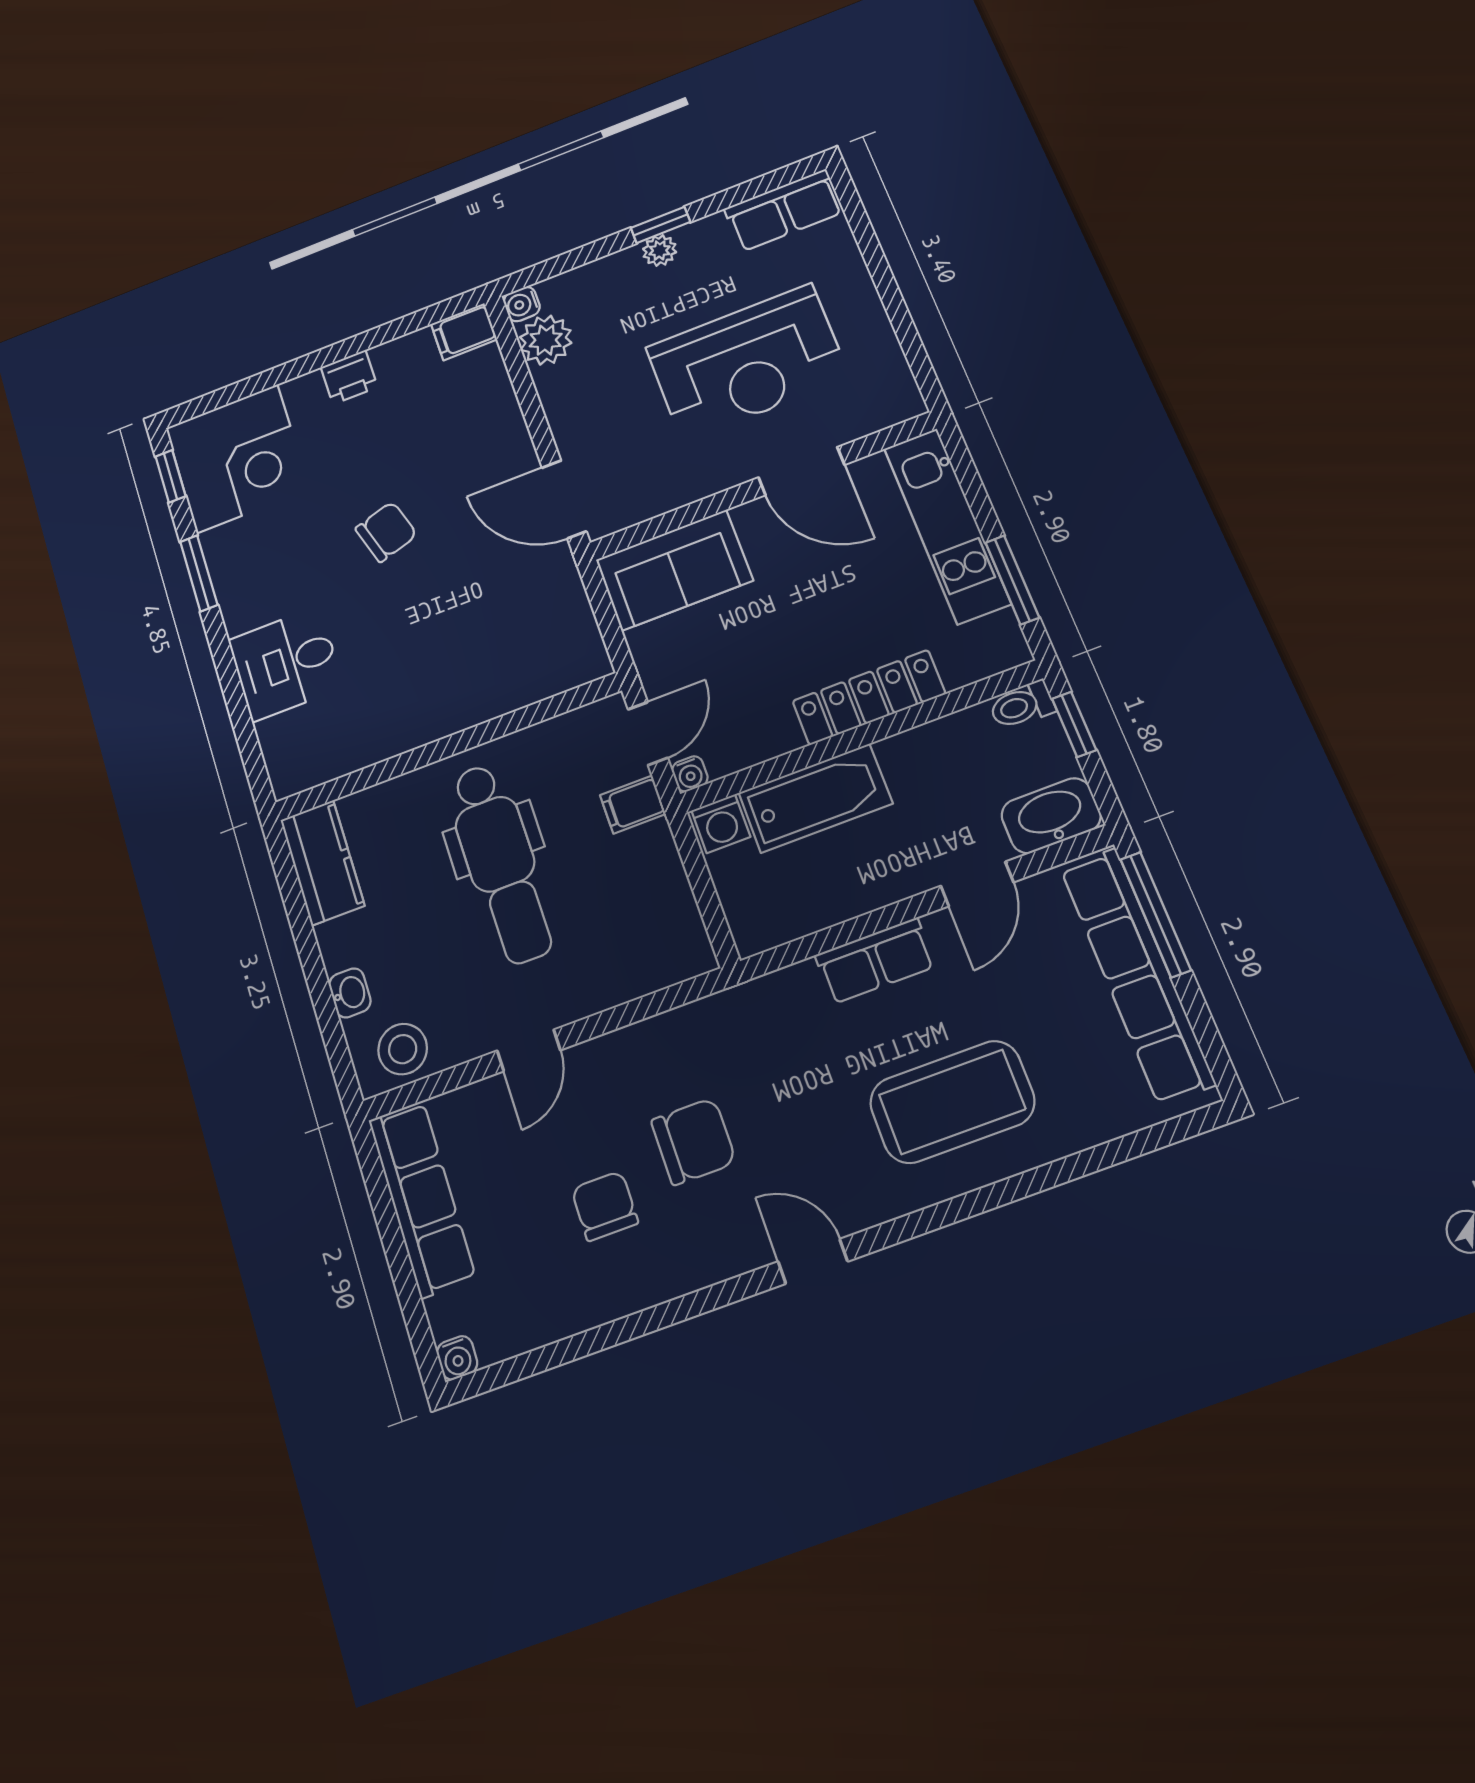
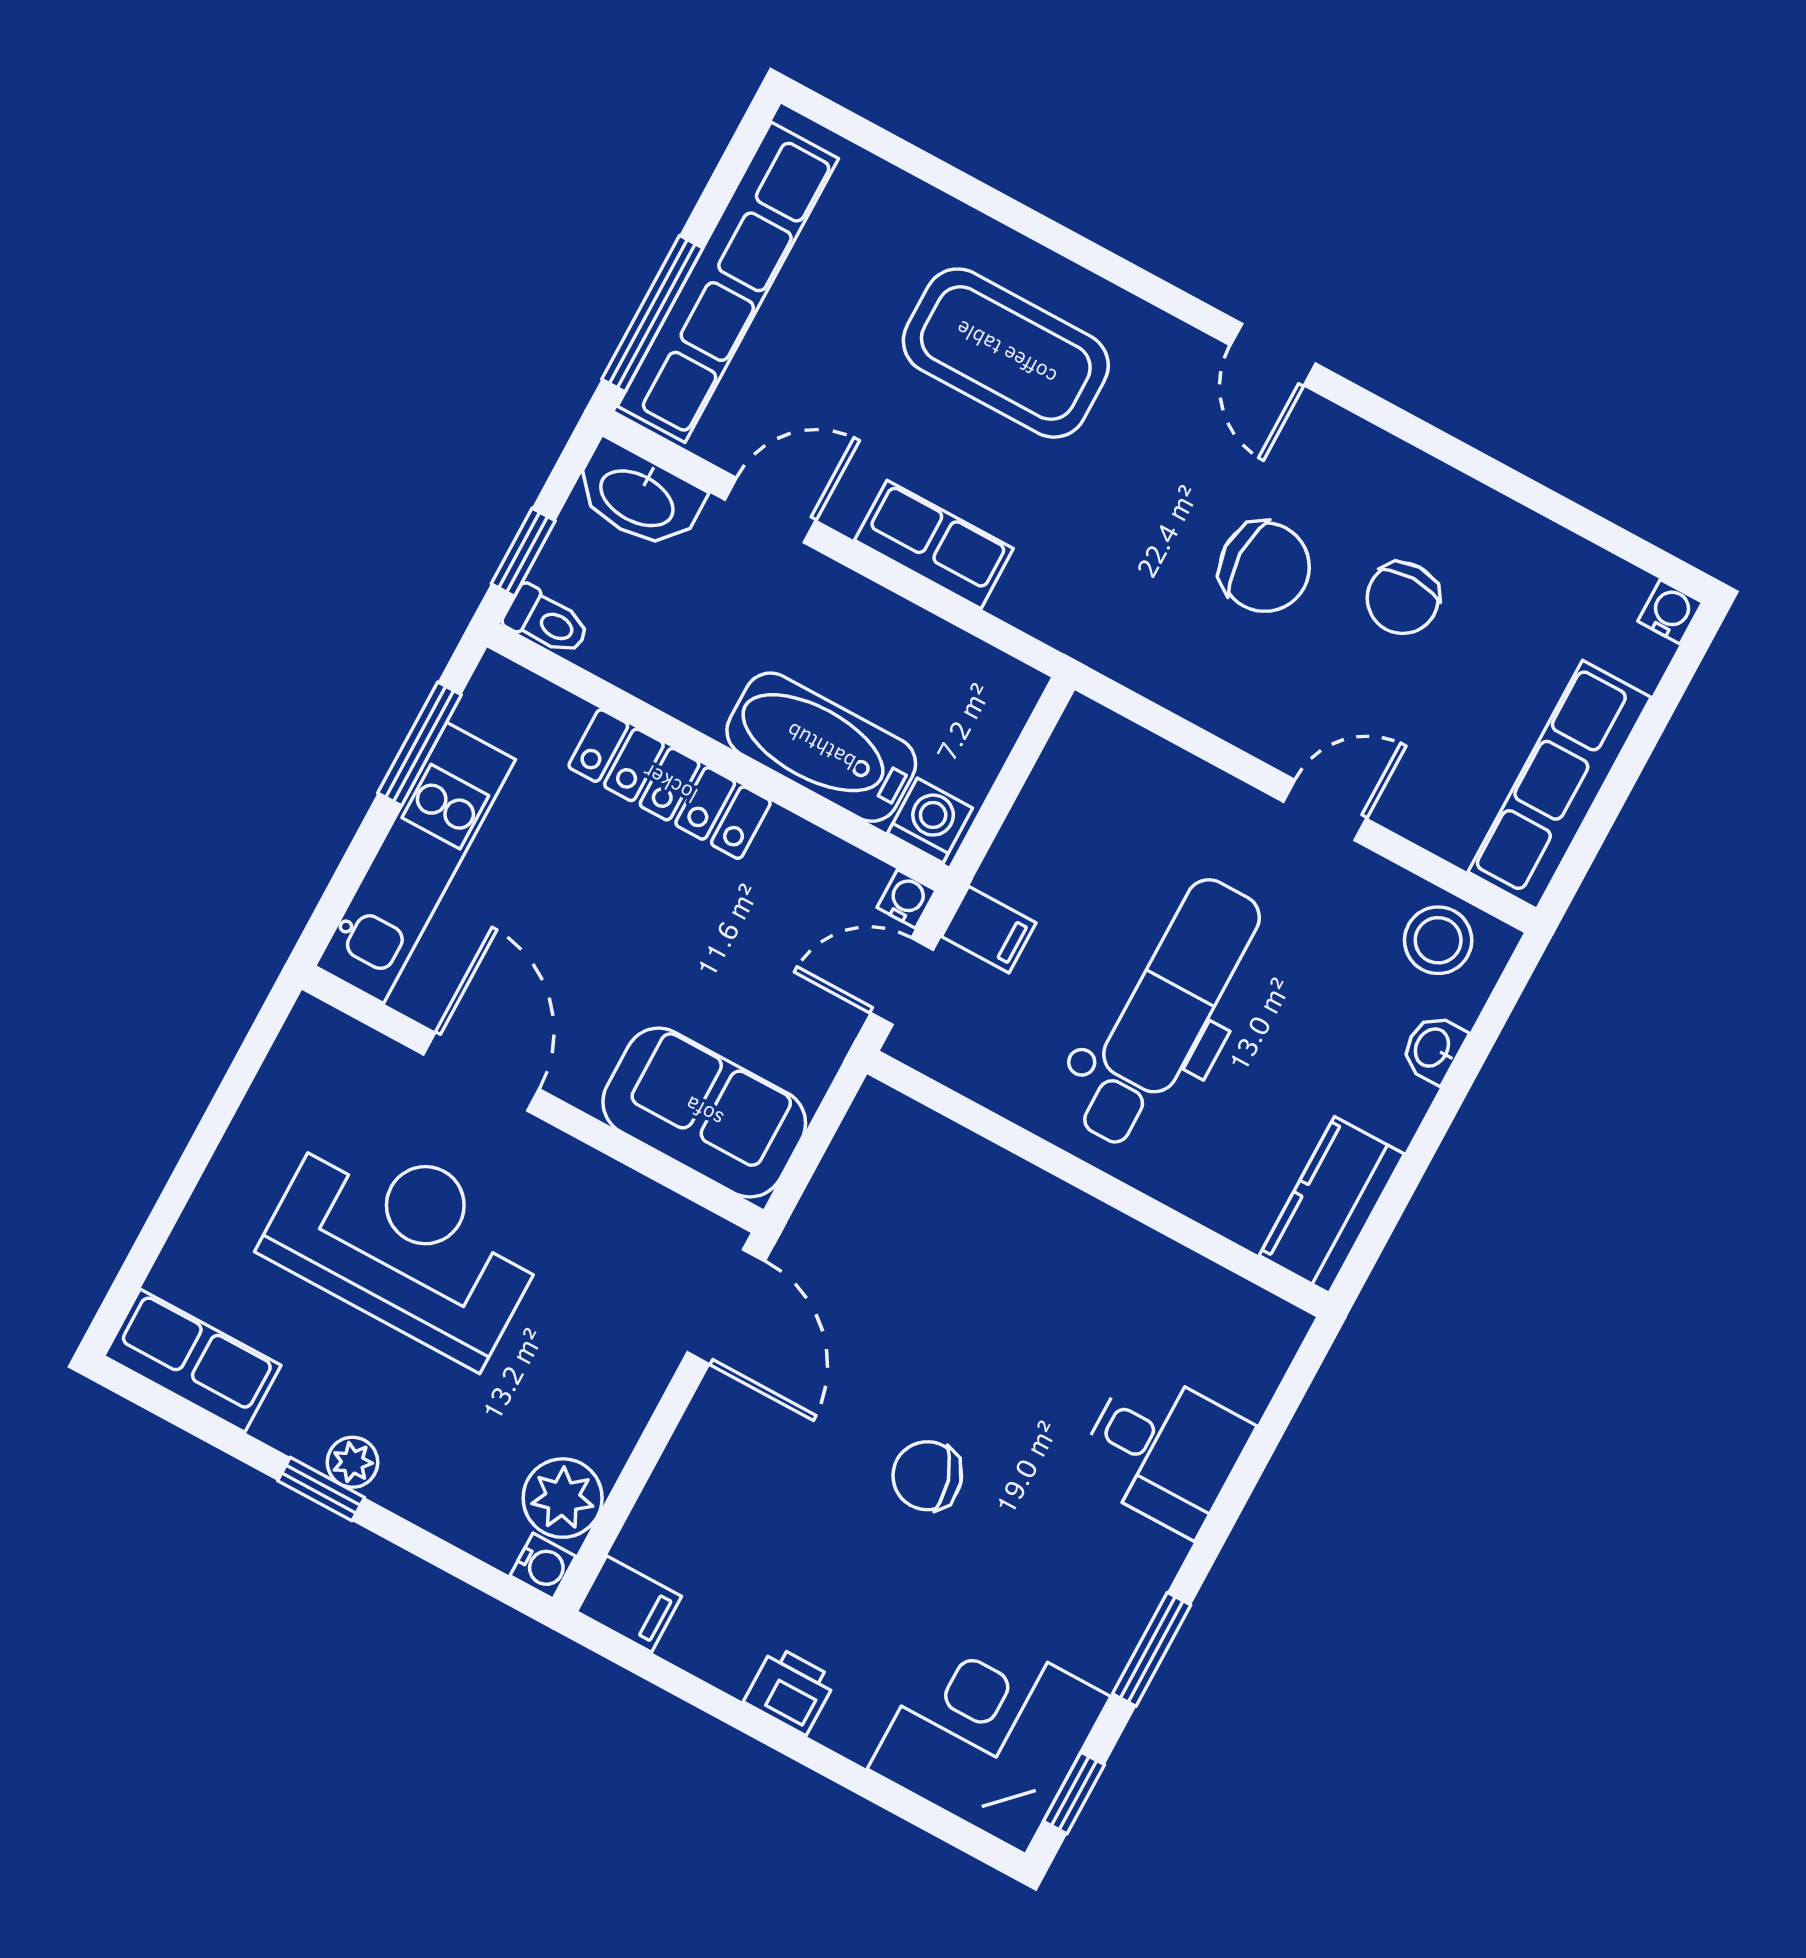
chair: (694, 1141) -> (1265, 567), turned 180

